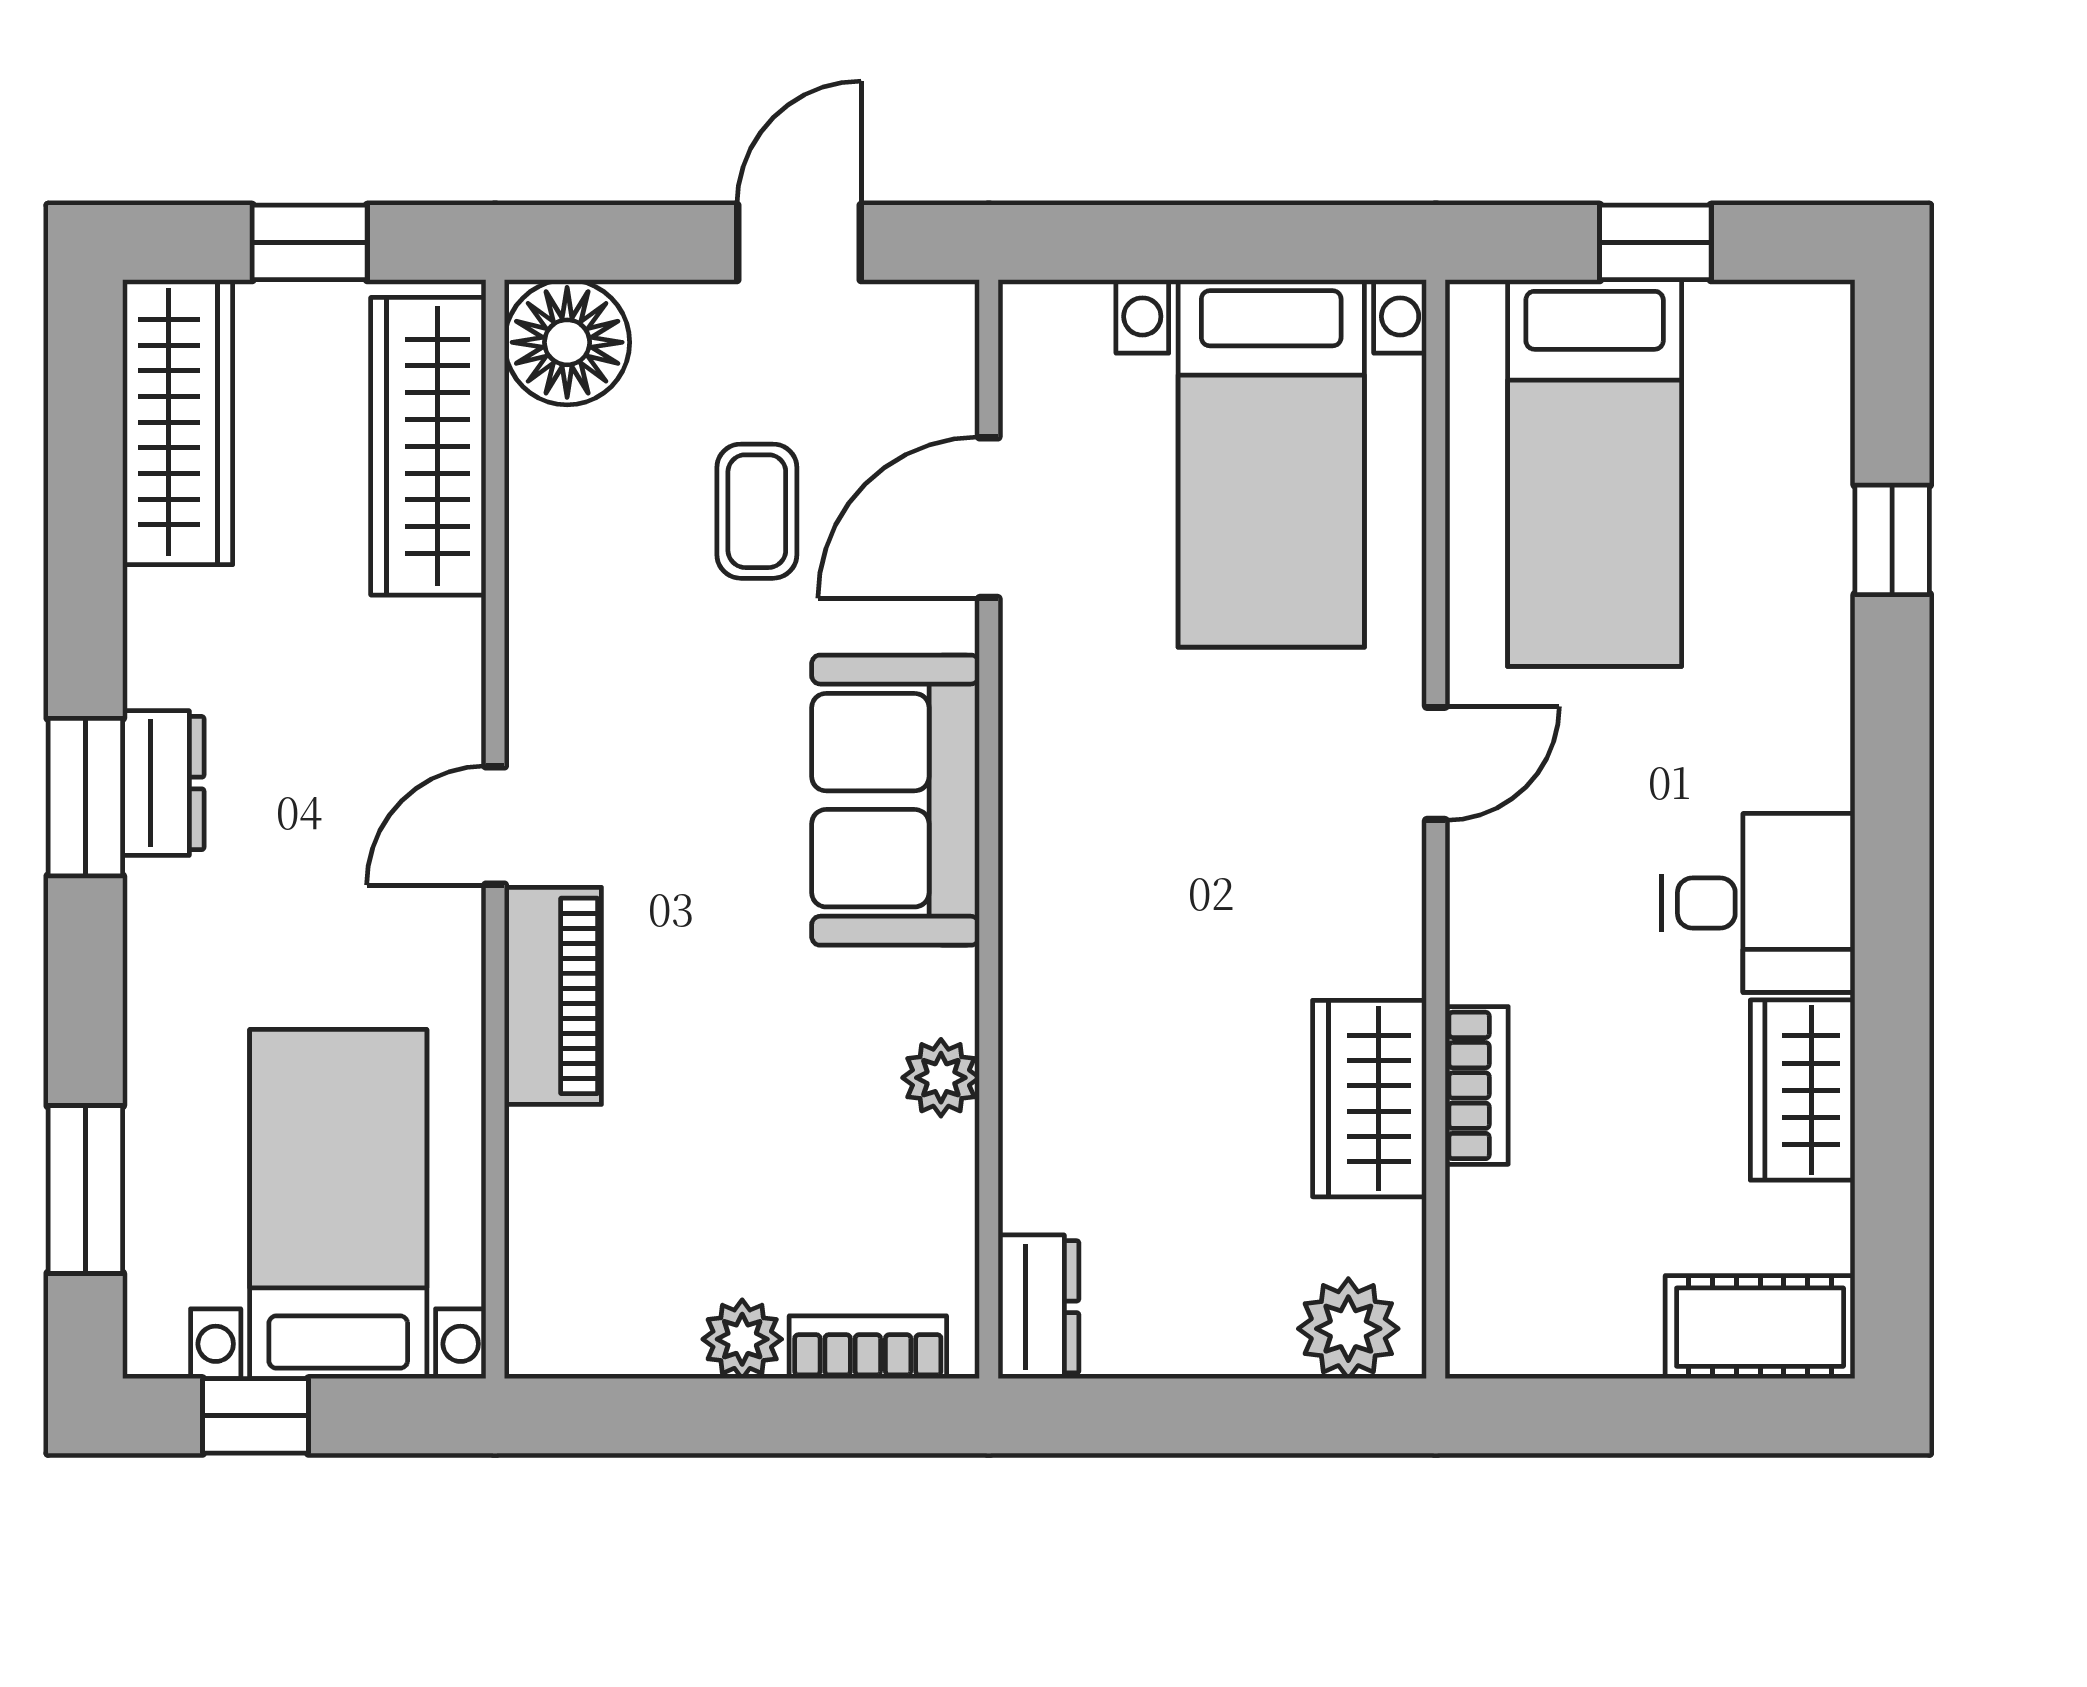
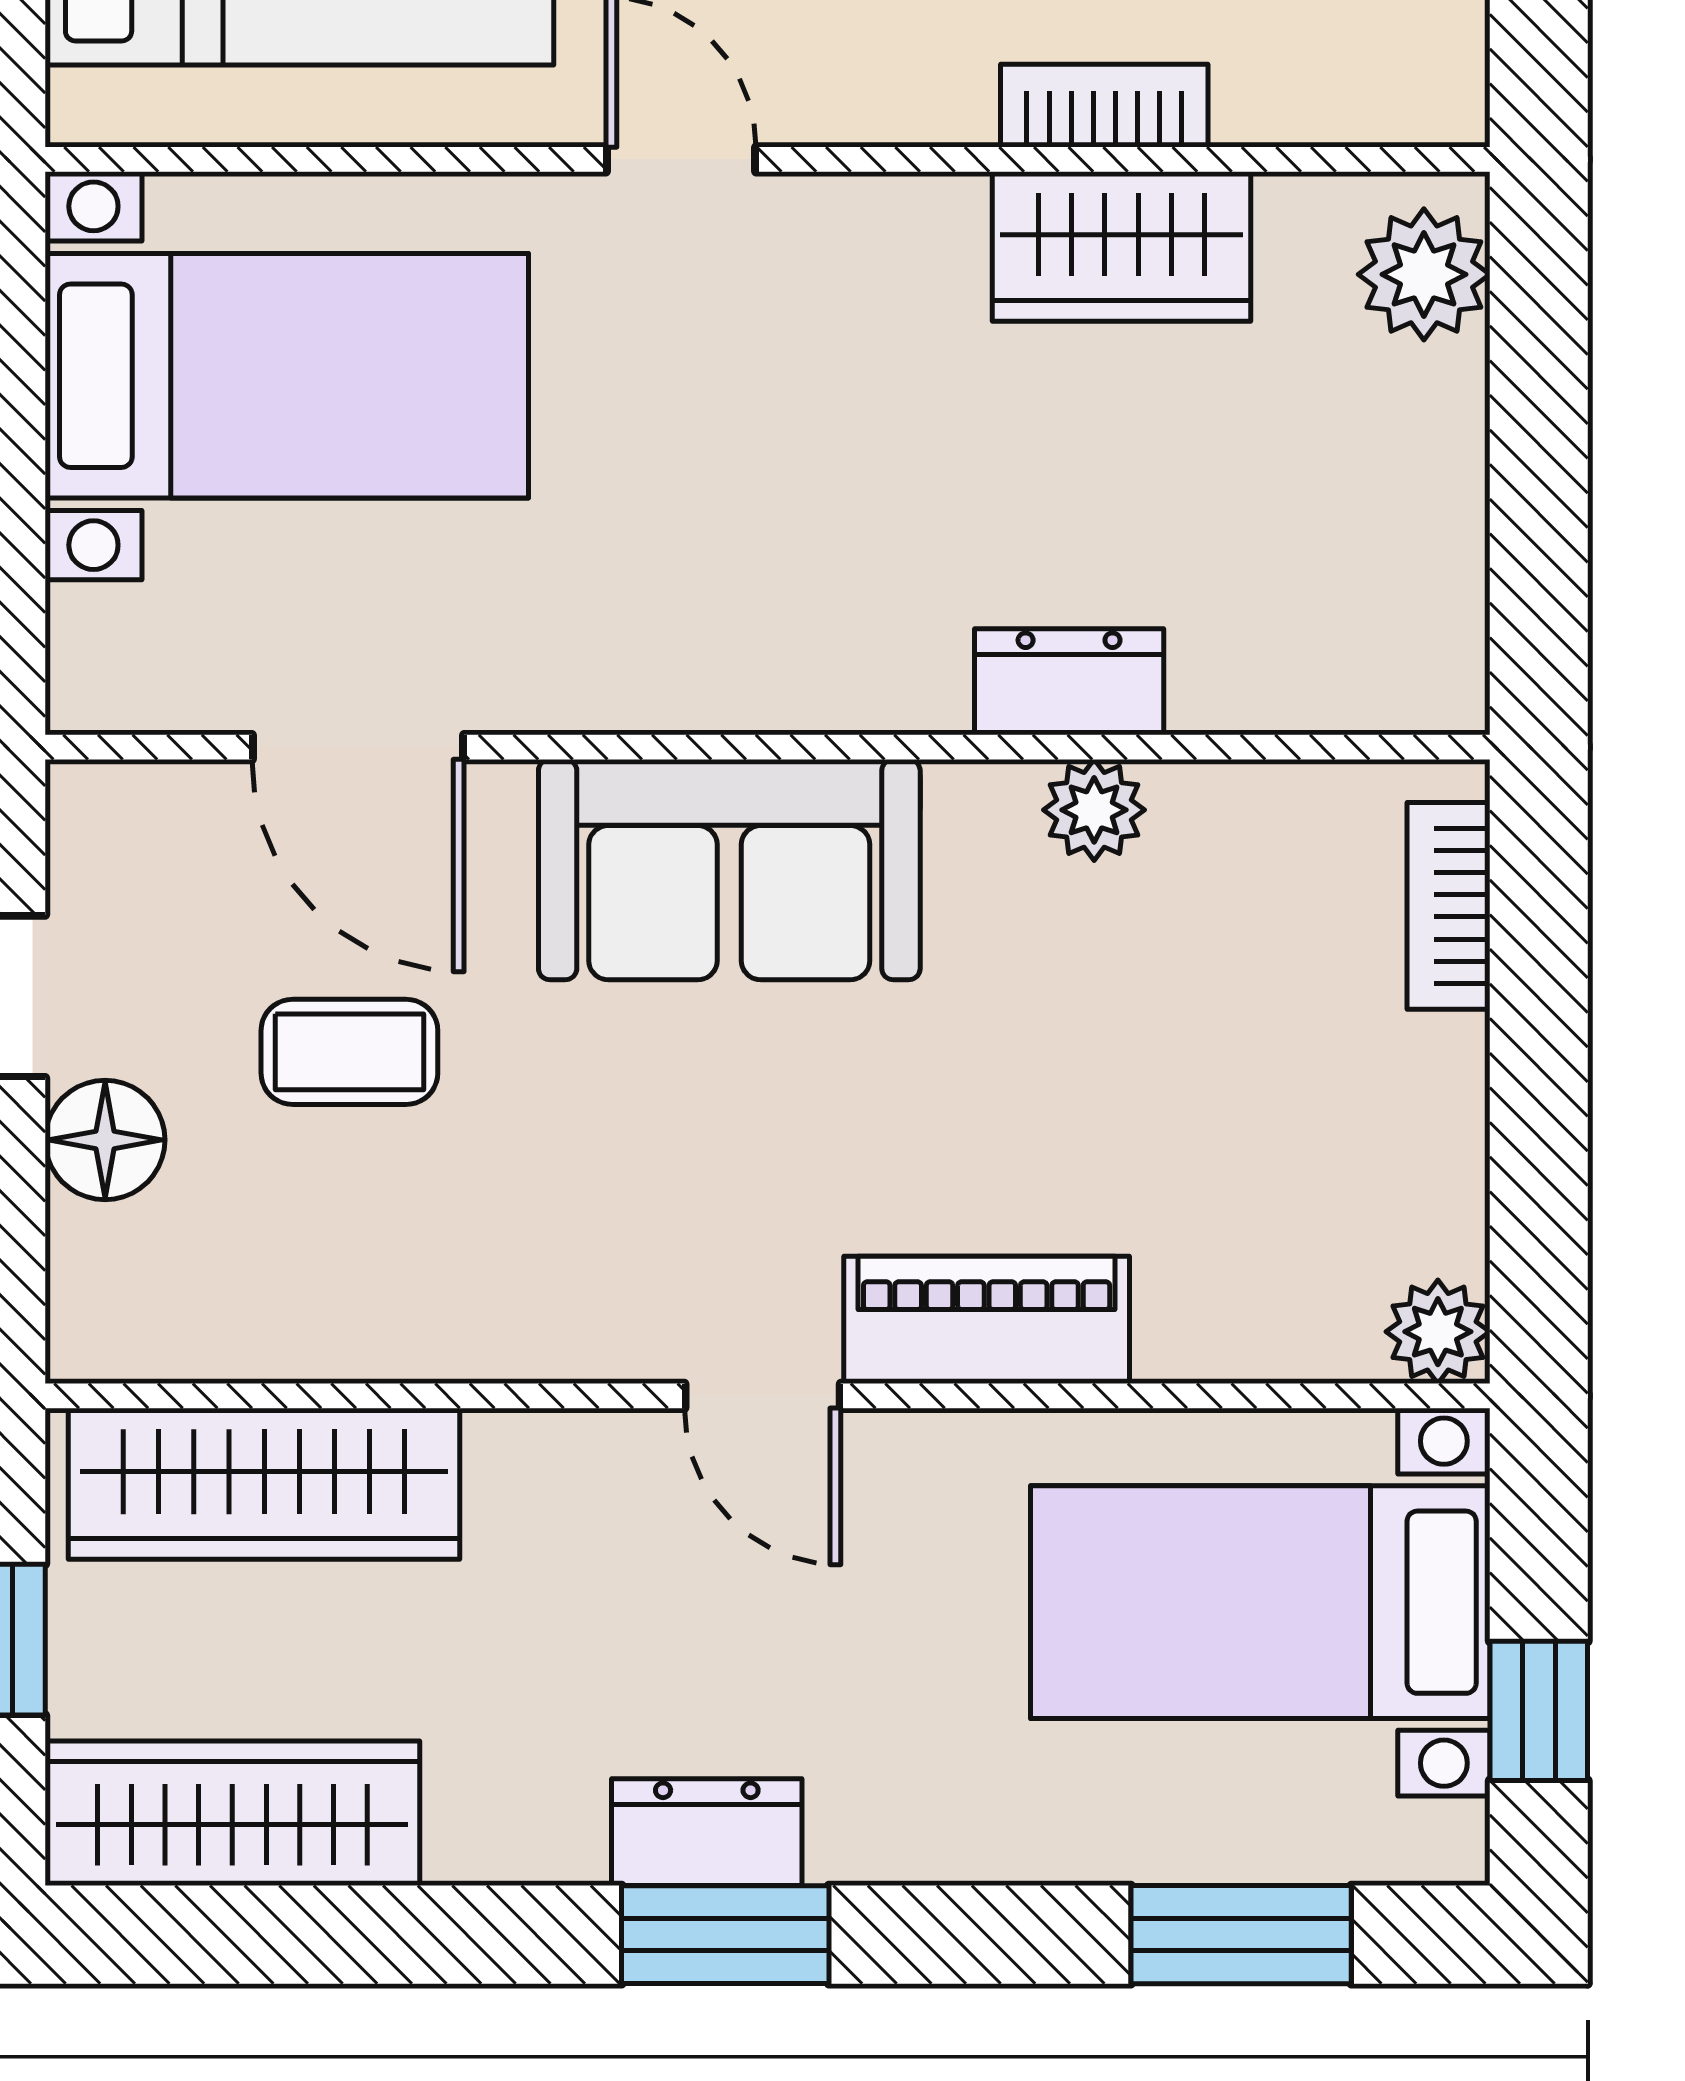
floor lamp: (567, 342) -> (105, 1140), moved, width x0.73, depth x0.73
dresser: (1038, 1307) -> (1069, 682), moved
plant: (742, 1339) -> (1438, 1332), moved

